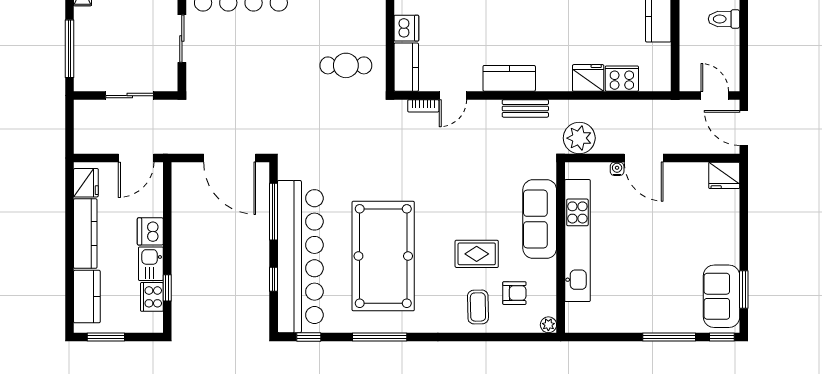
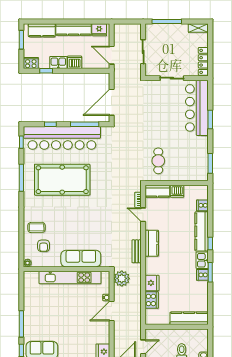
rug: (477, 254) -> (63, 227), removed
cooker: (152, 297) -> (31, 63), moved

